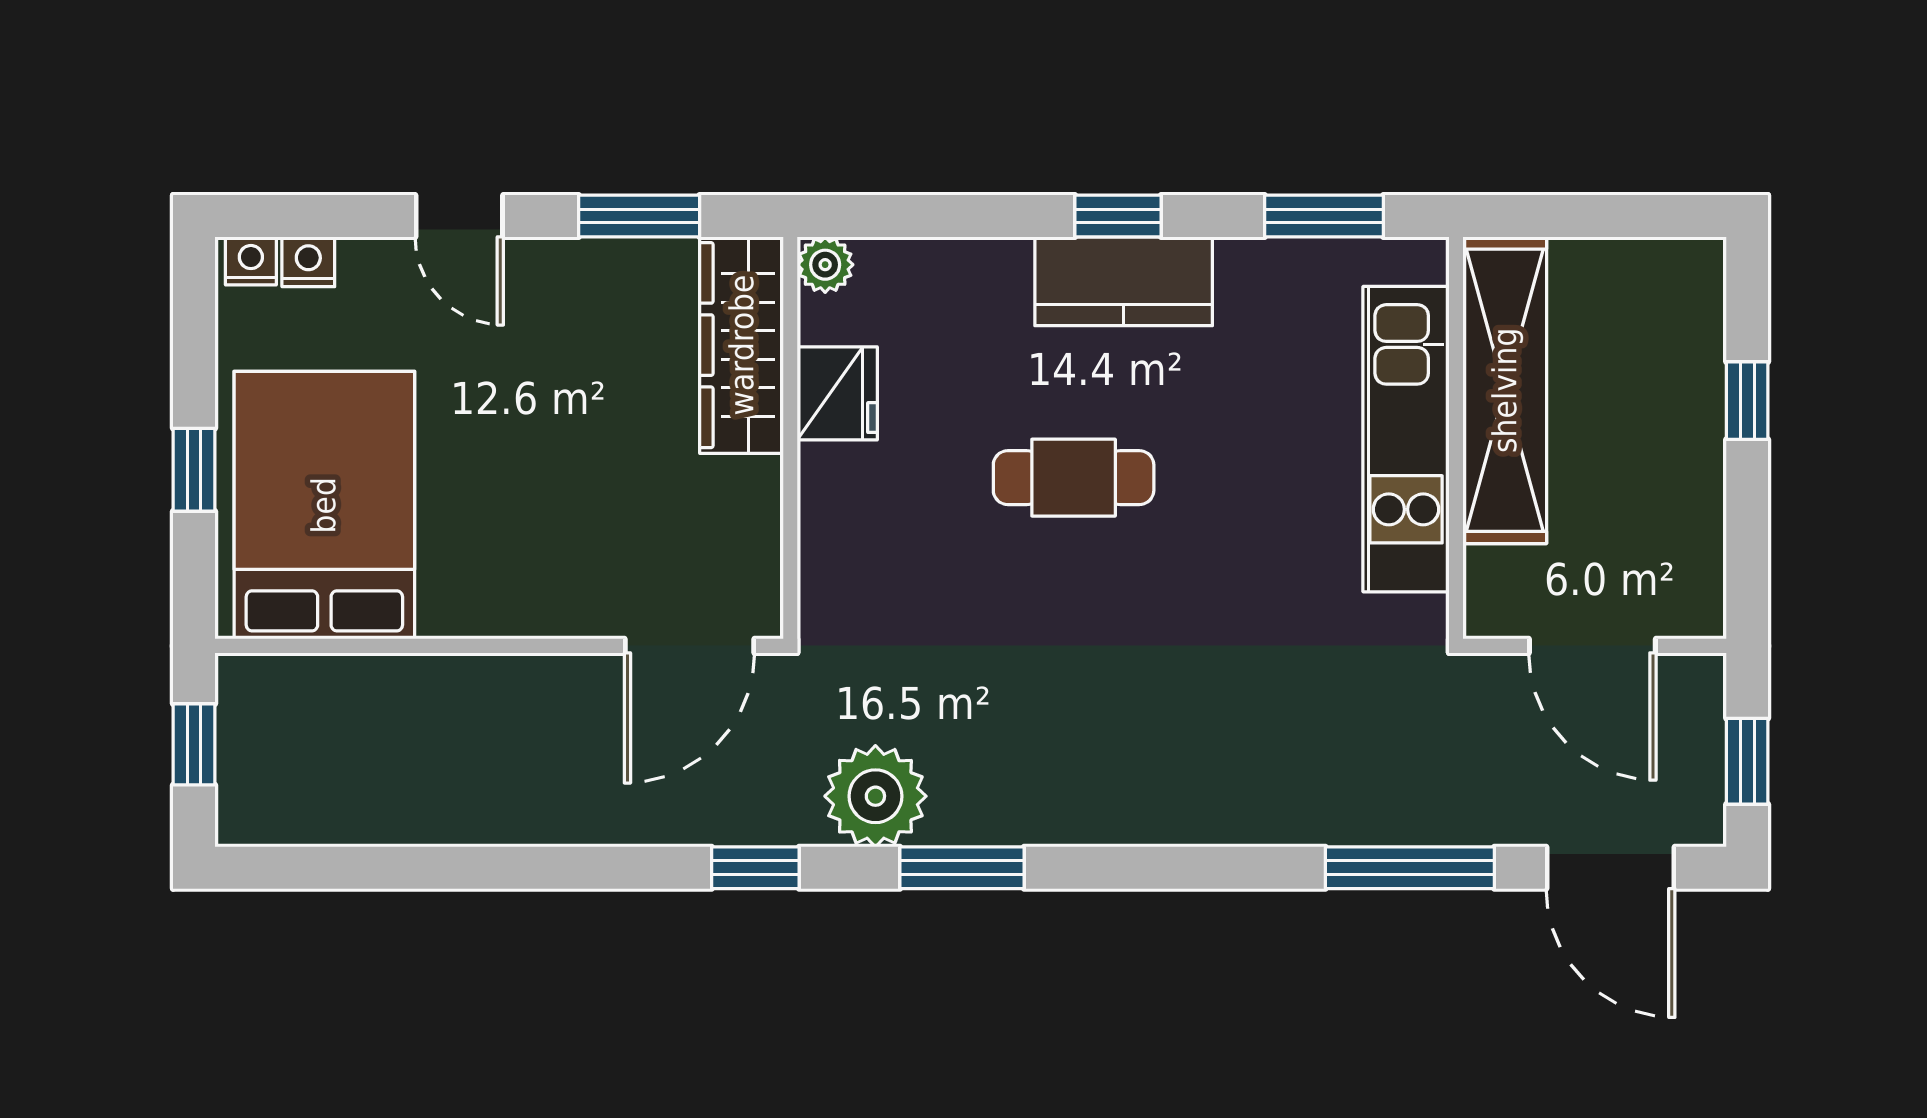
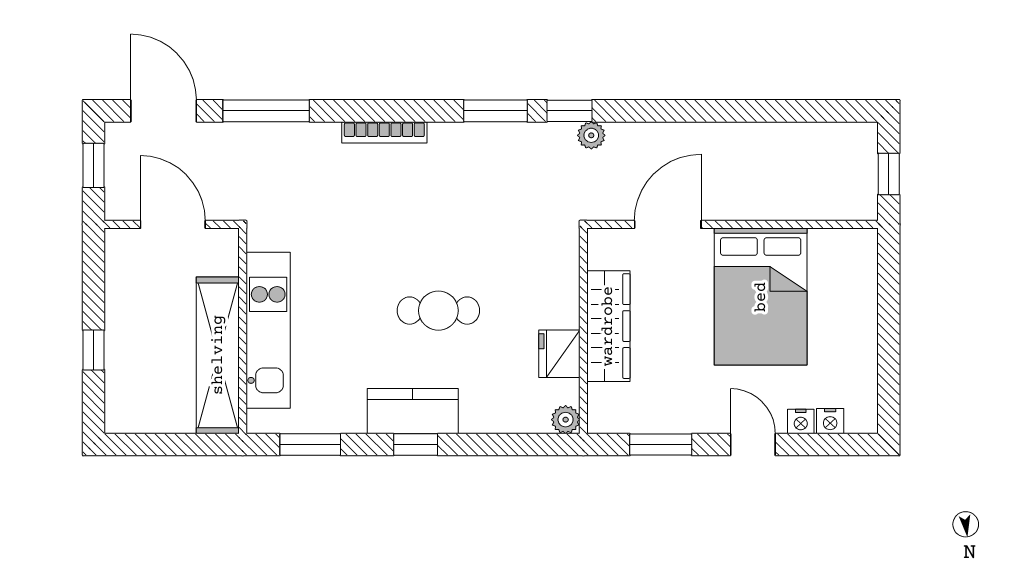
nightstand: (251, 261) -> (801, 422), moved
wardrobe: (742, 345) -> (608, 326), moved
window: (194, 470) -> (889, 315), removed
bed: (324, 505) -> (761, 297), moved
door: (689, 646) -> (668, 224), moved
plant: (875, 796) -> (591, 135), moved, width x0.53, depth x0.53
bookcase: (1179, 826) -> (384, 132), added
window: (755, 868) -> (570, 111), moved

